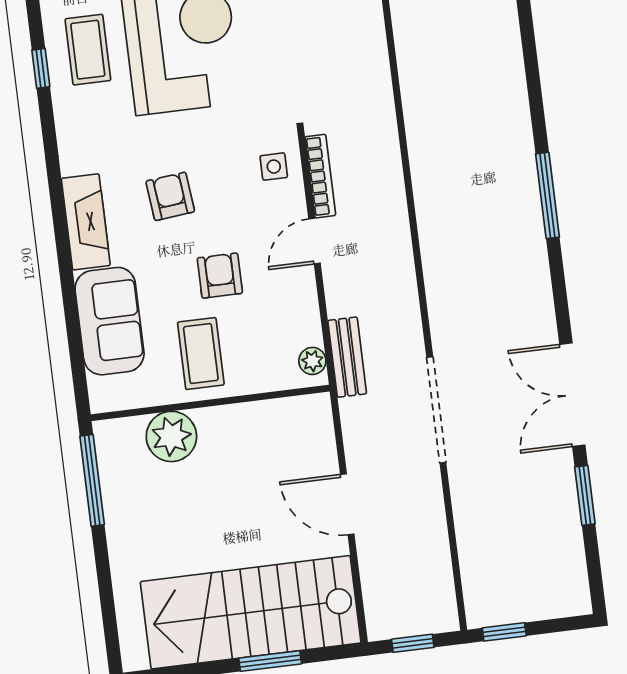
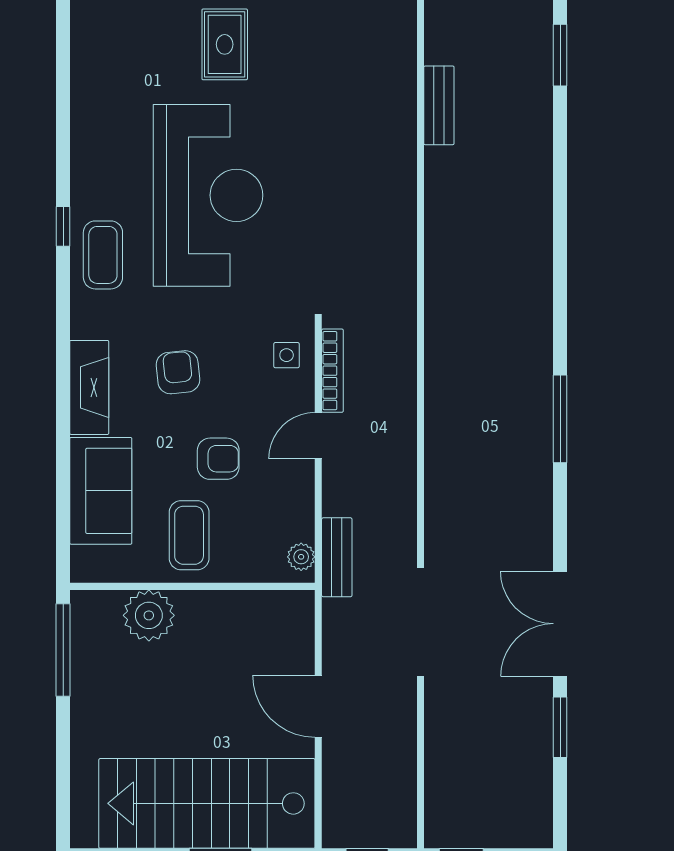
coffee table: (88, 50) -> (103, 255), moved
armchair: (220, 276) -> (218, 459), turned 90

